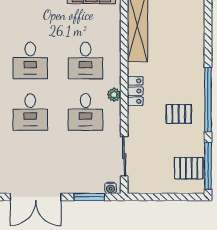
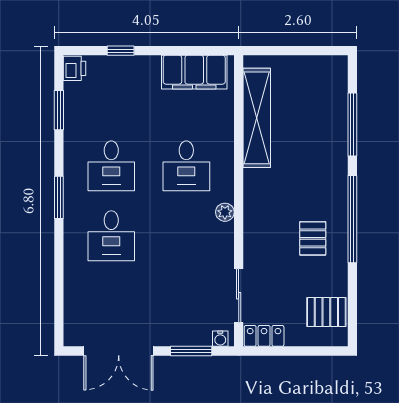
locker: (135, 91) -> (264, 336), moved, turned -90
desk: (86, 112) -> (186, 236), removed
pallet: (179, 114) -> (313, 238), turned 90
window: (208, 166) -> (352, 125), moved

